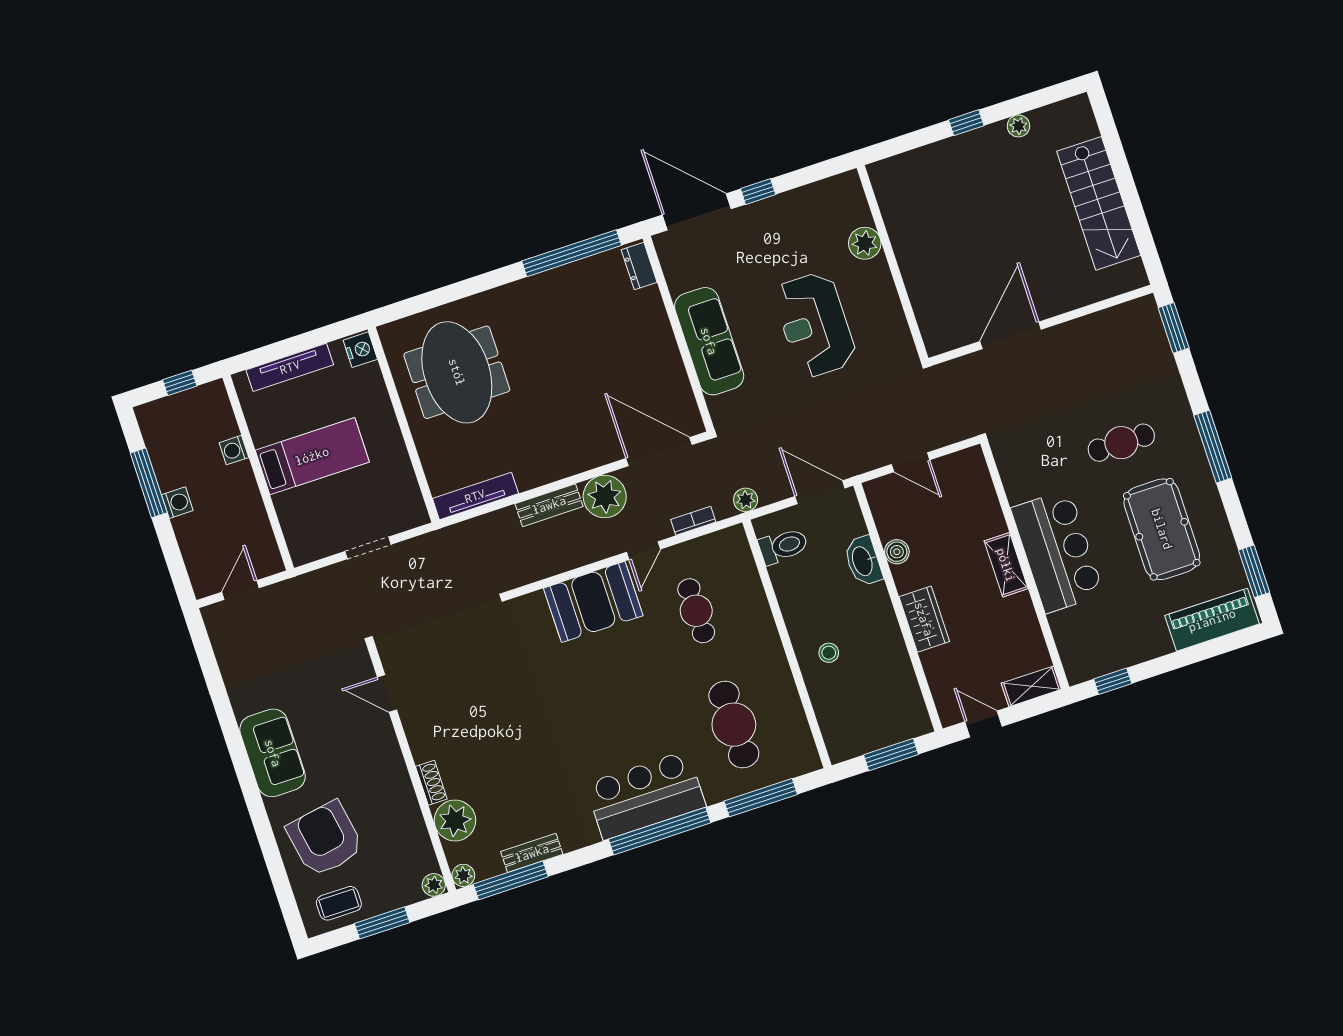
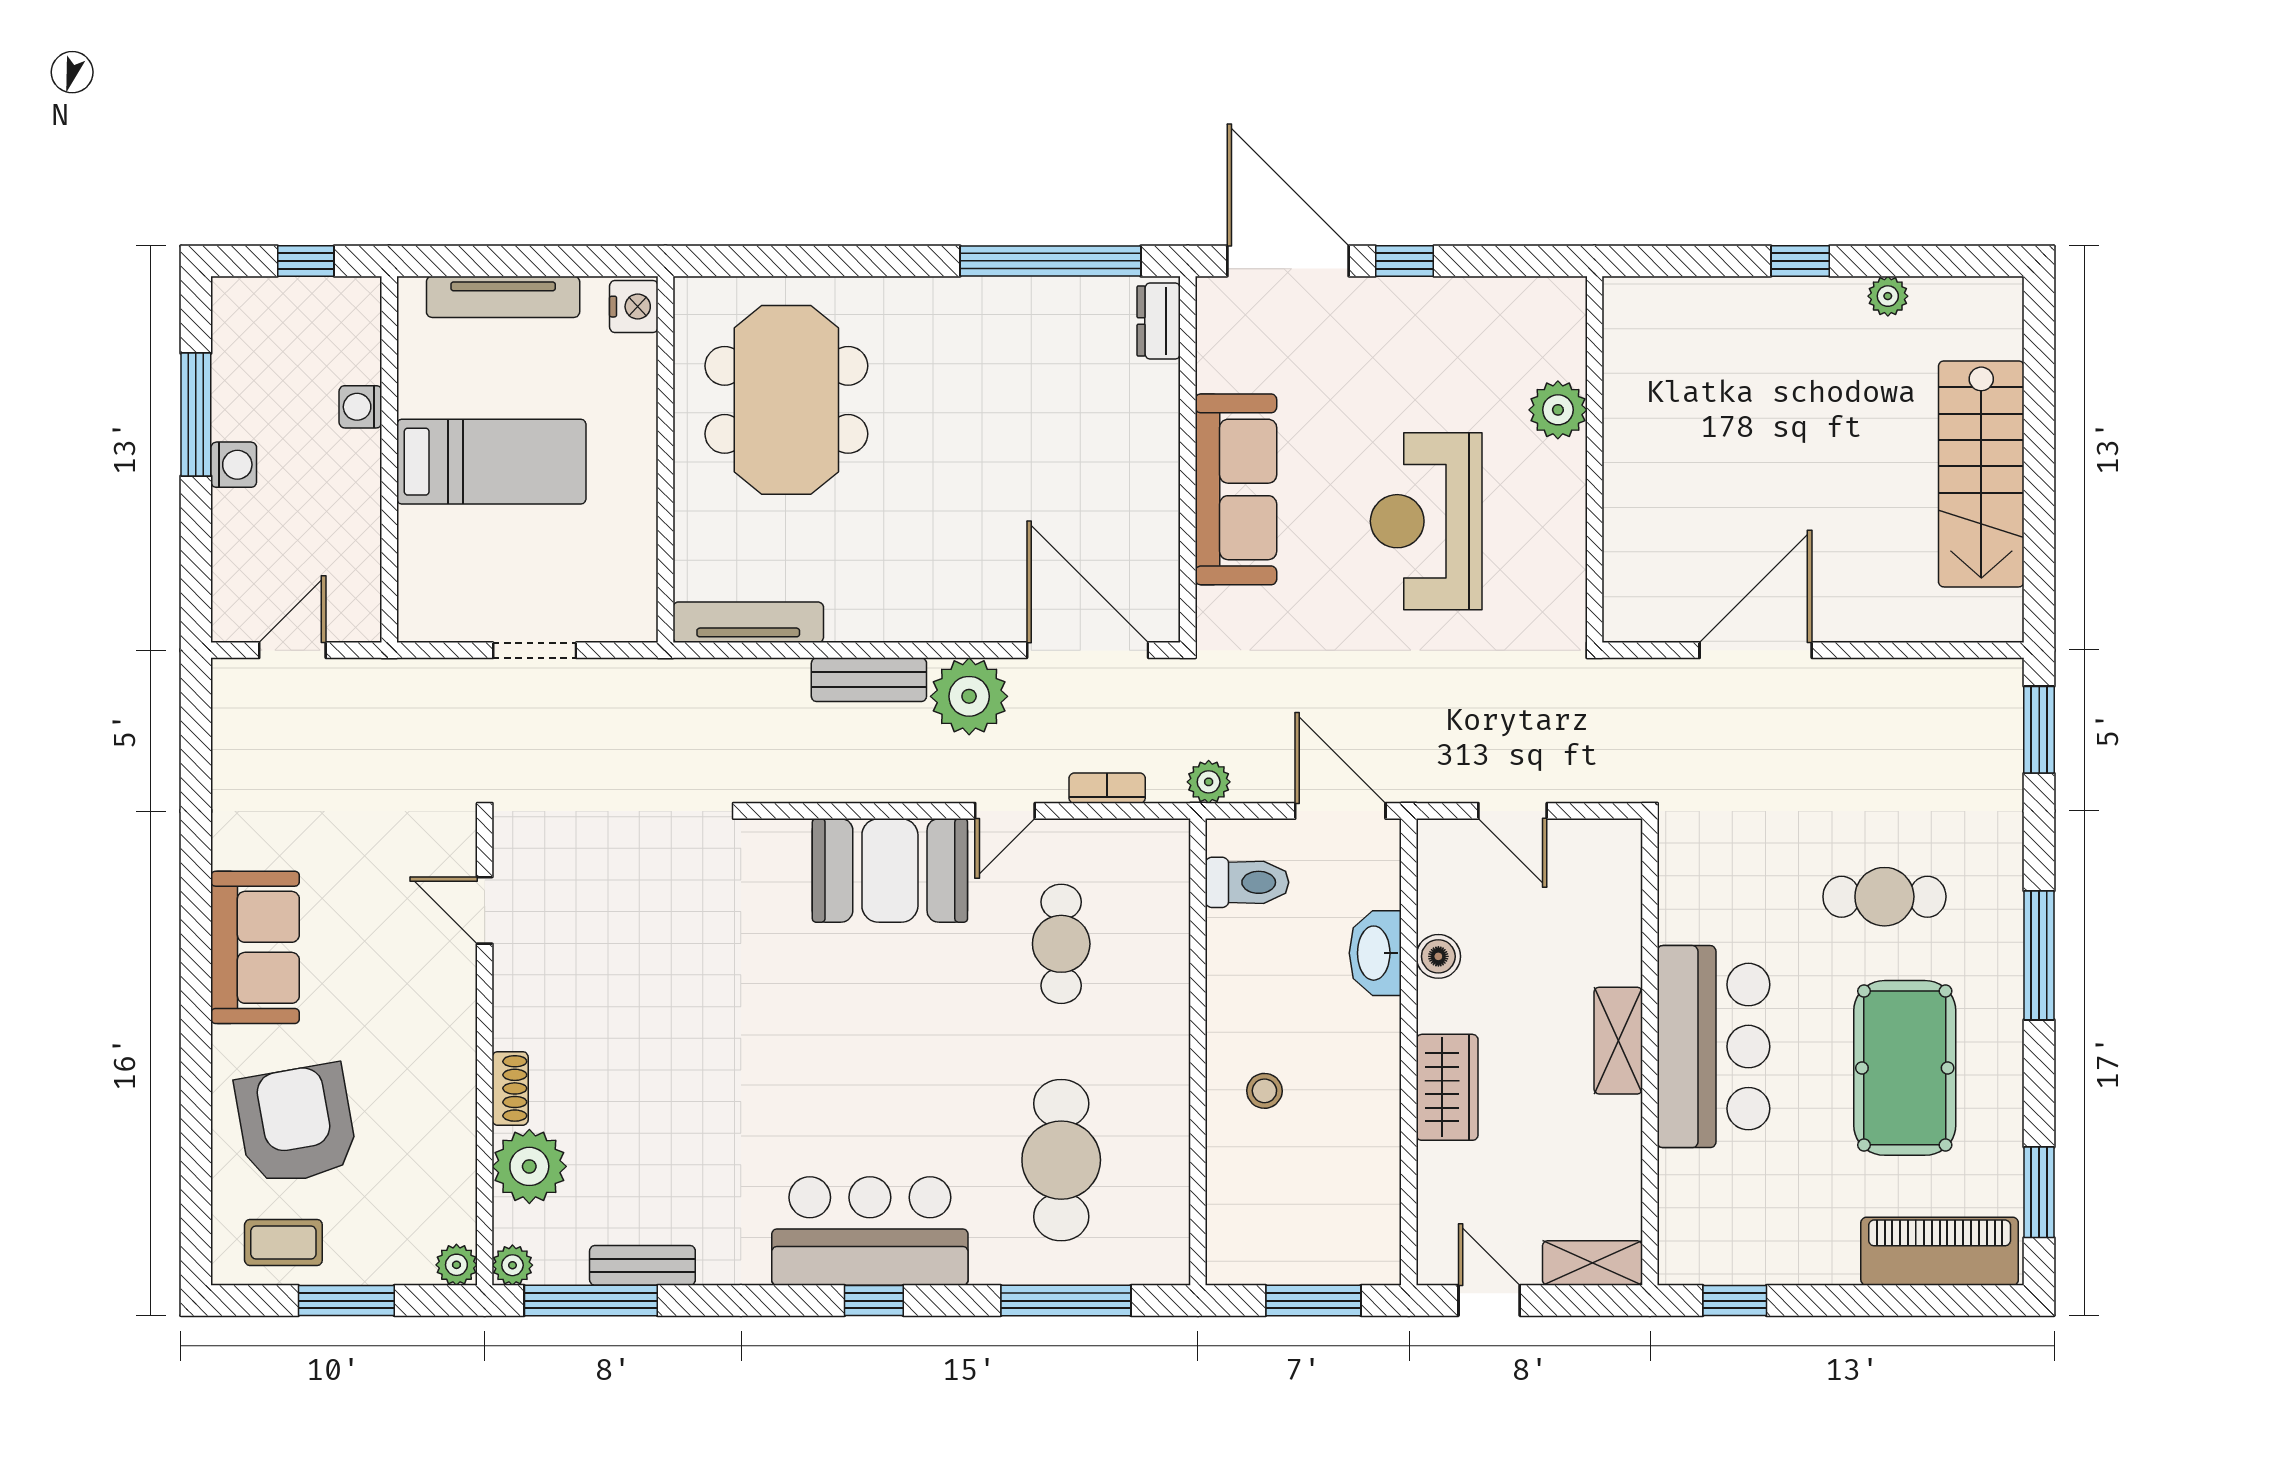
window: (660, 831) -> (874, 1301), width x0.32

